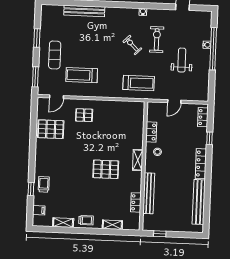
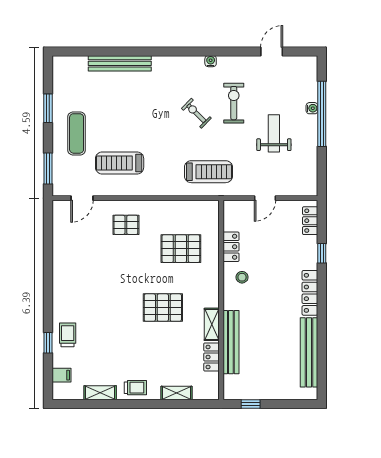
pallet: (51, 129) -> (181, 249), moved
shelving: (138, 160) -> (212, 324), moved

